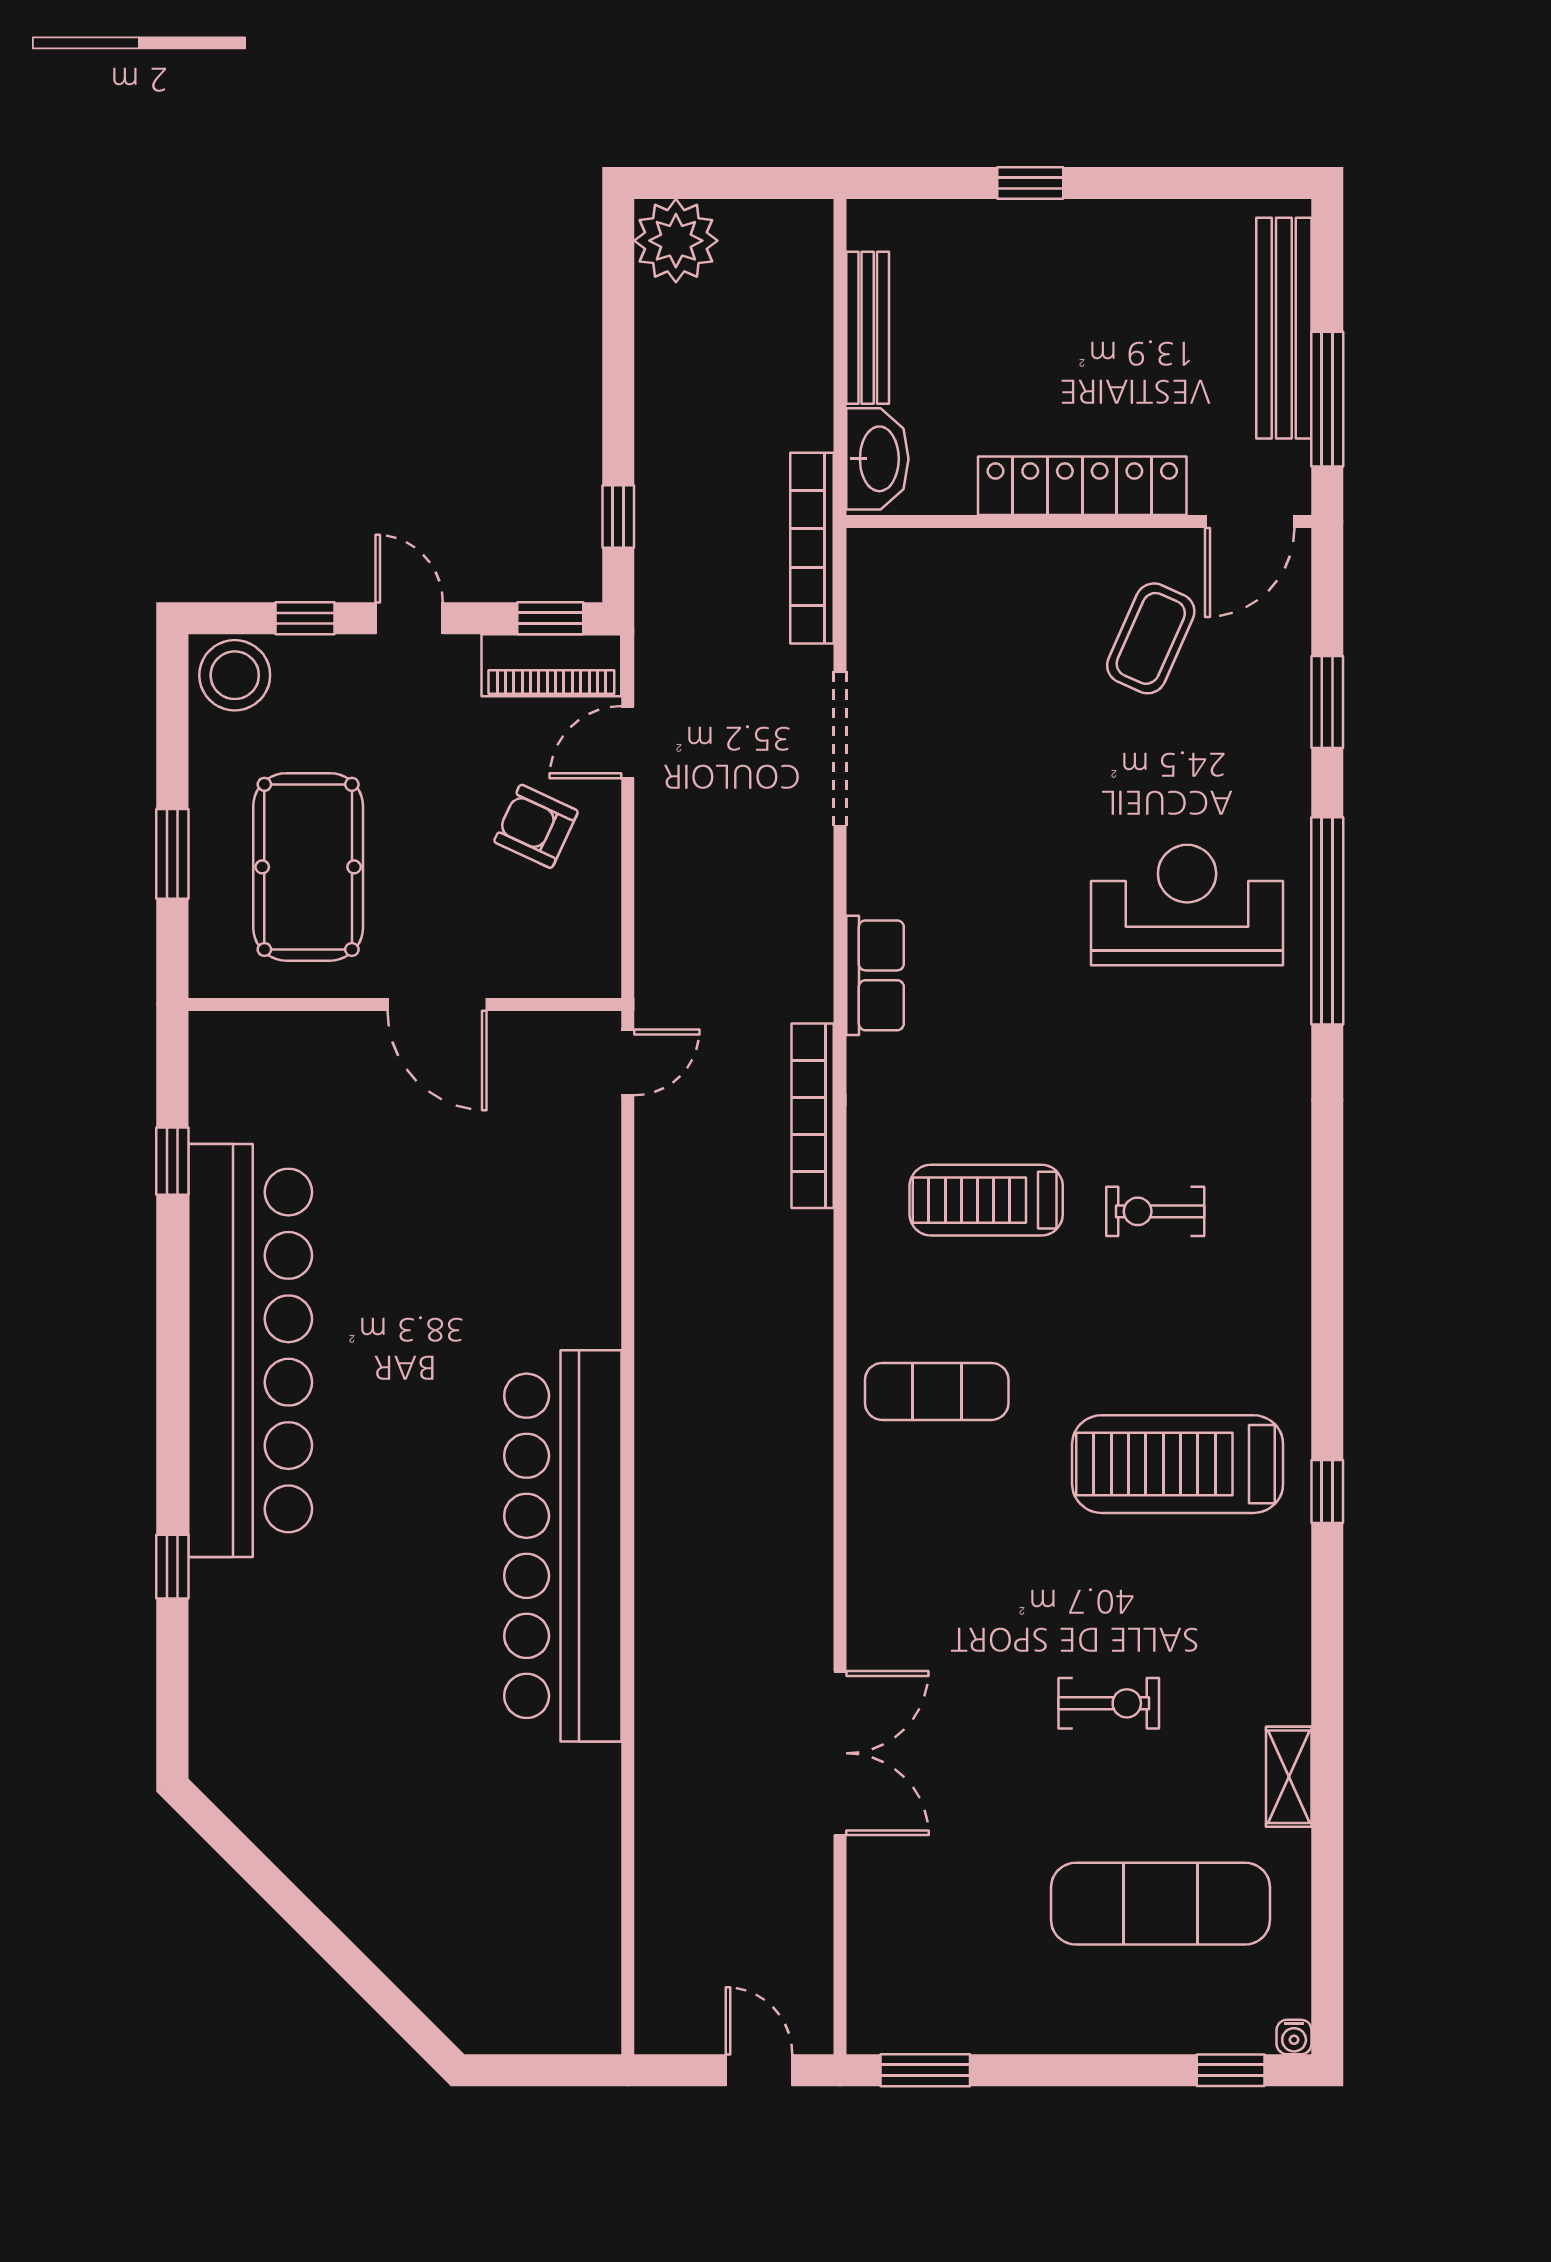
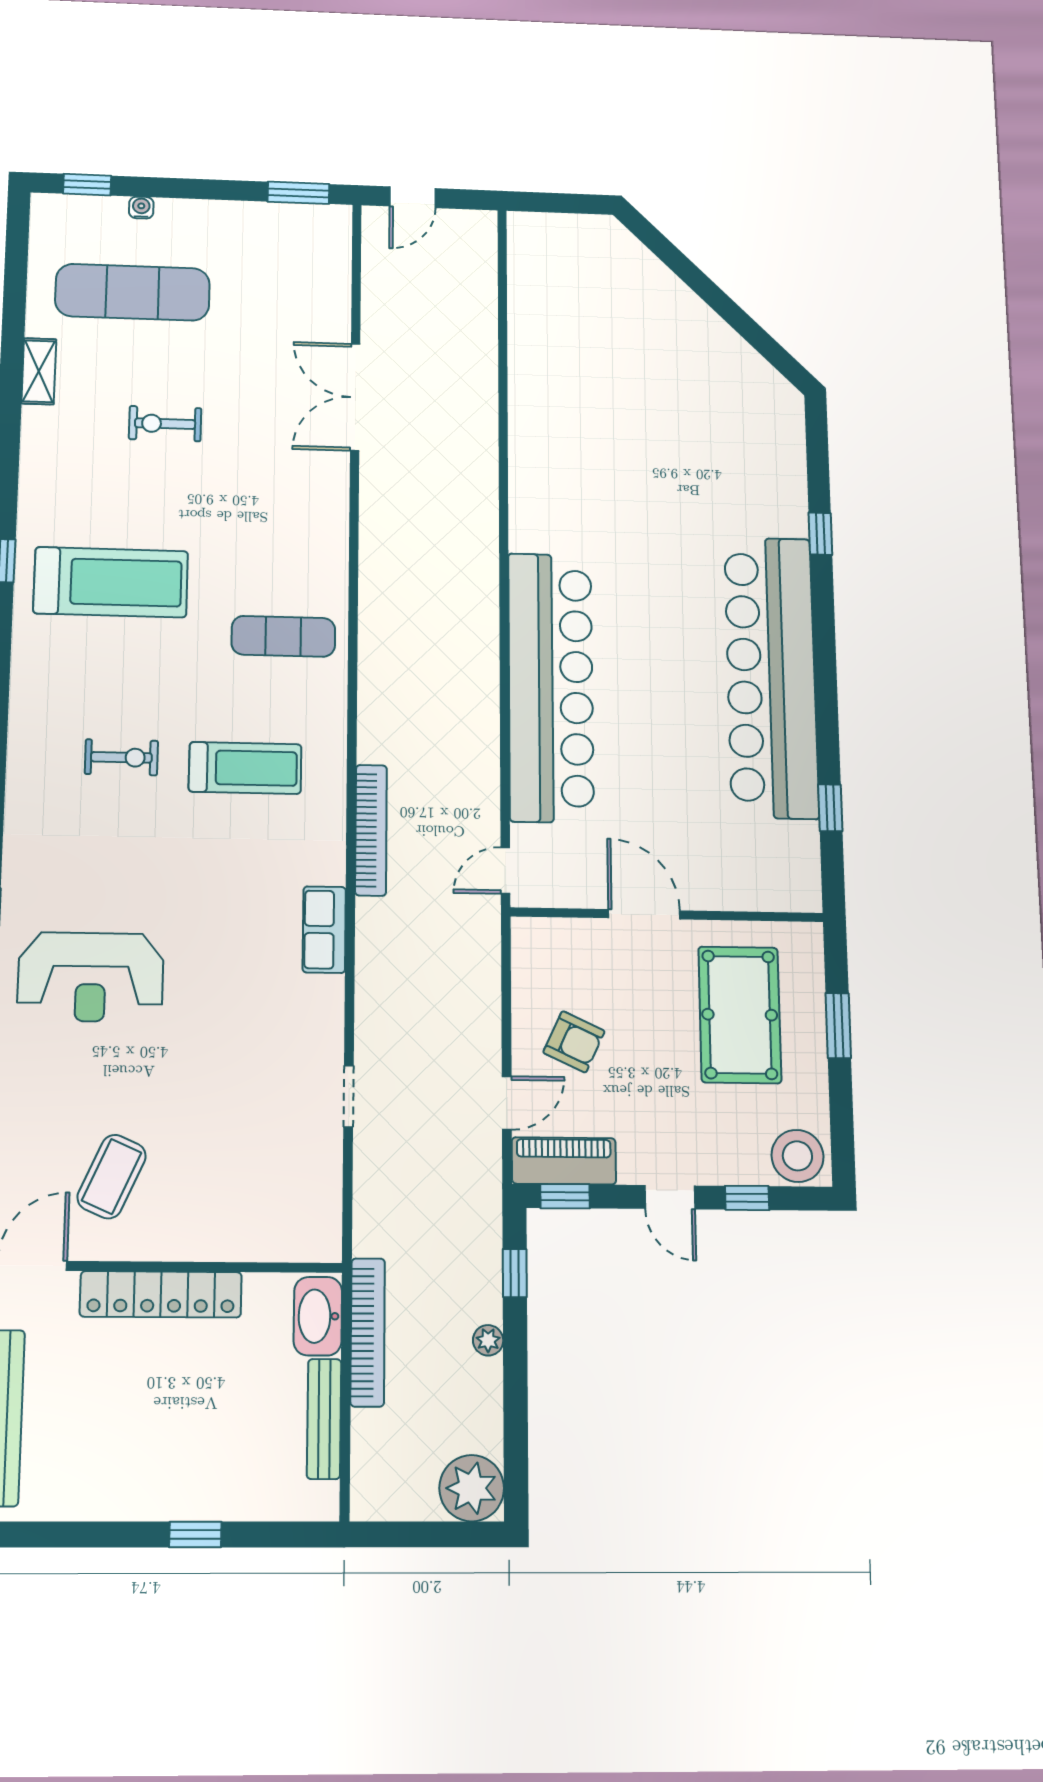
plant: (654, 429) -> (488, 1340), added
bookcase: (812, 548) -> (368, 1332), moved
doorway: (840, 749) -> (348, 1096), width x0.53
bar counter: (563, 1546) -> (551, 687), moved
water cooler: (1294, 2037) -> (141, 208), moved
door: (759, 2070) -> (412, 197), hinge flipped

